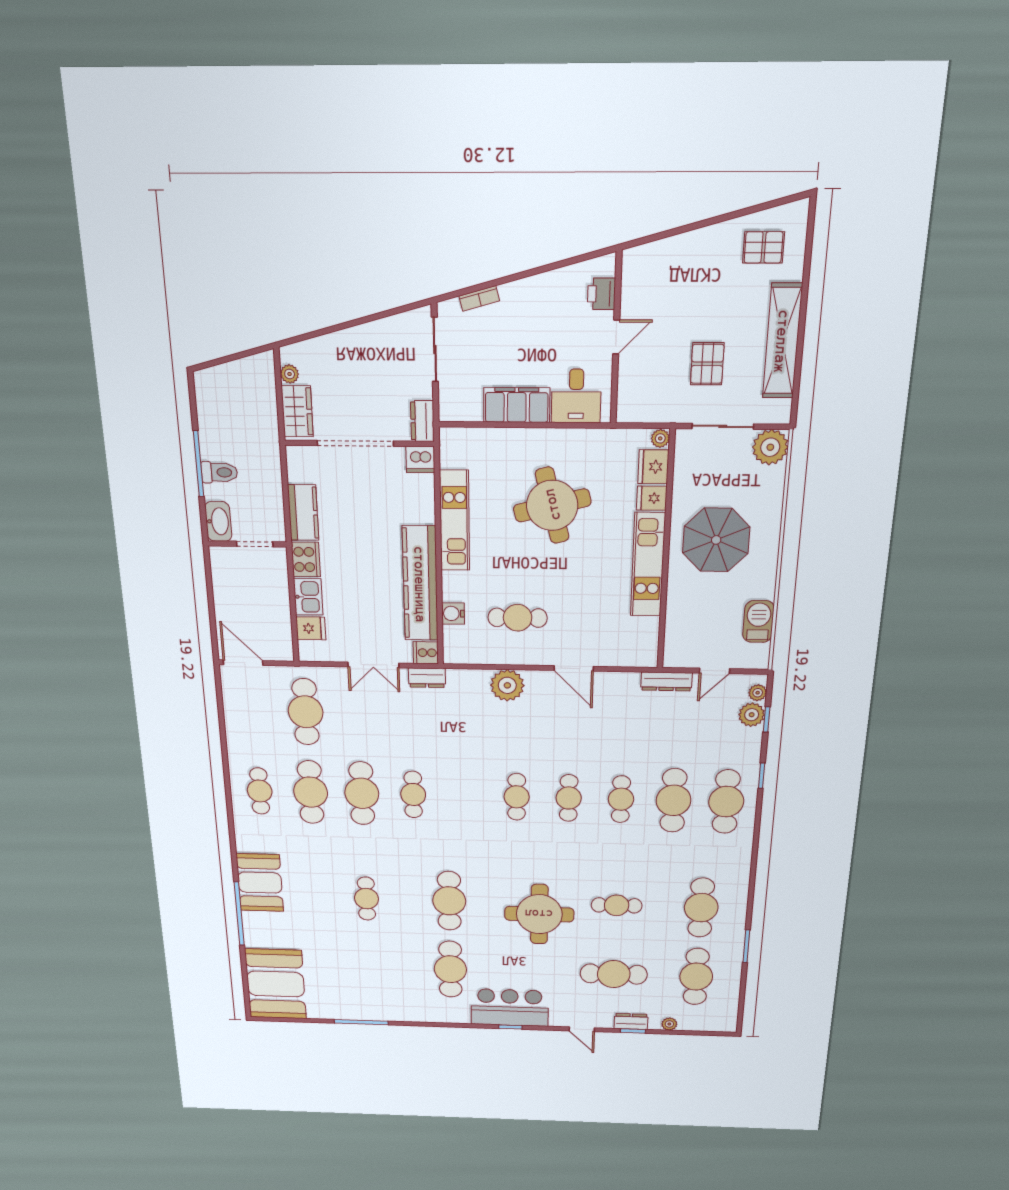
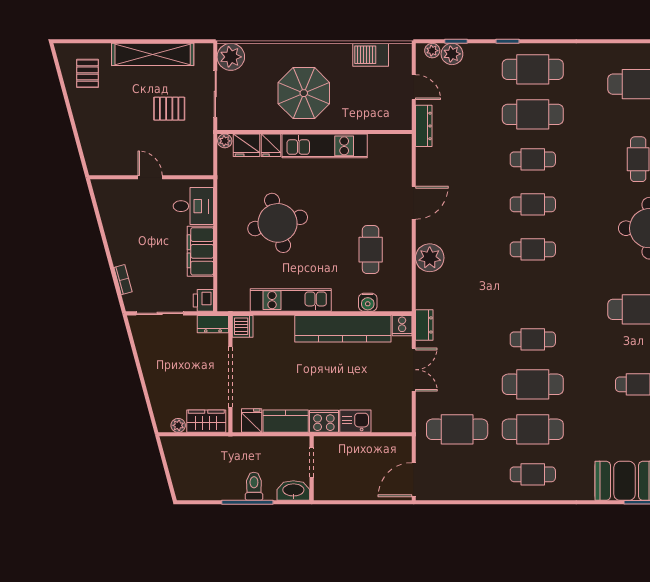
printer: (601, 294) -> (203, 300), moved, turned 90
fridge: (311, 628) -> (252, 421), moved

